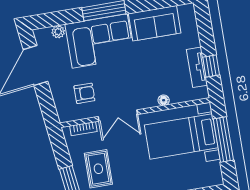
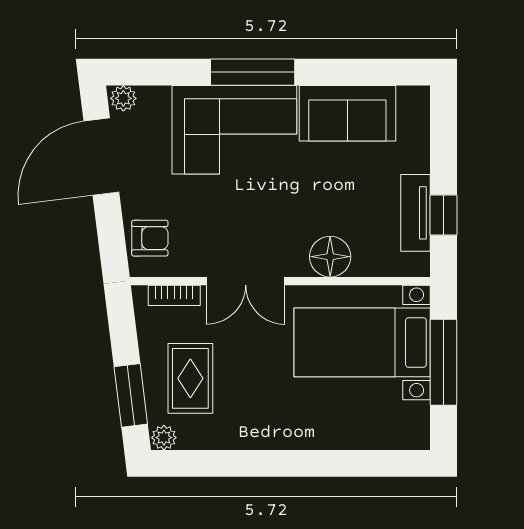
plant: (58, 32) -> (123, 98), moved
armchair: (84, 93) -> (150, 238), moved
floor lamp: (164, 100) -> (330, 257), width x1.89, depth x1.89

